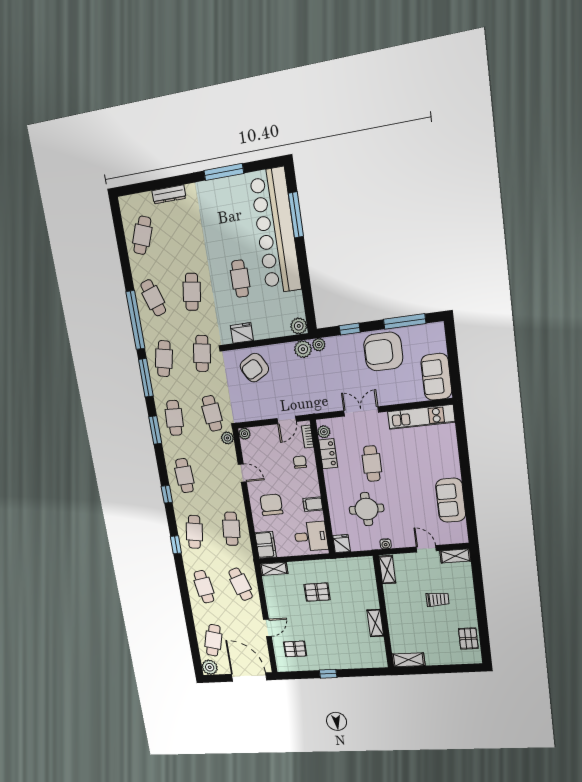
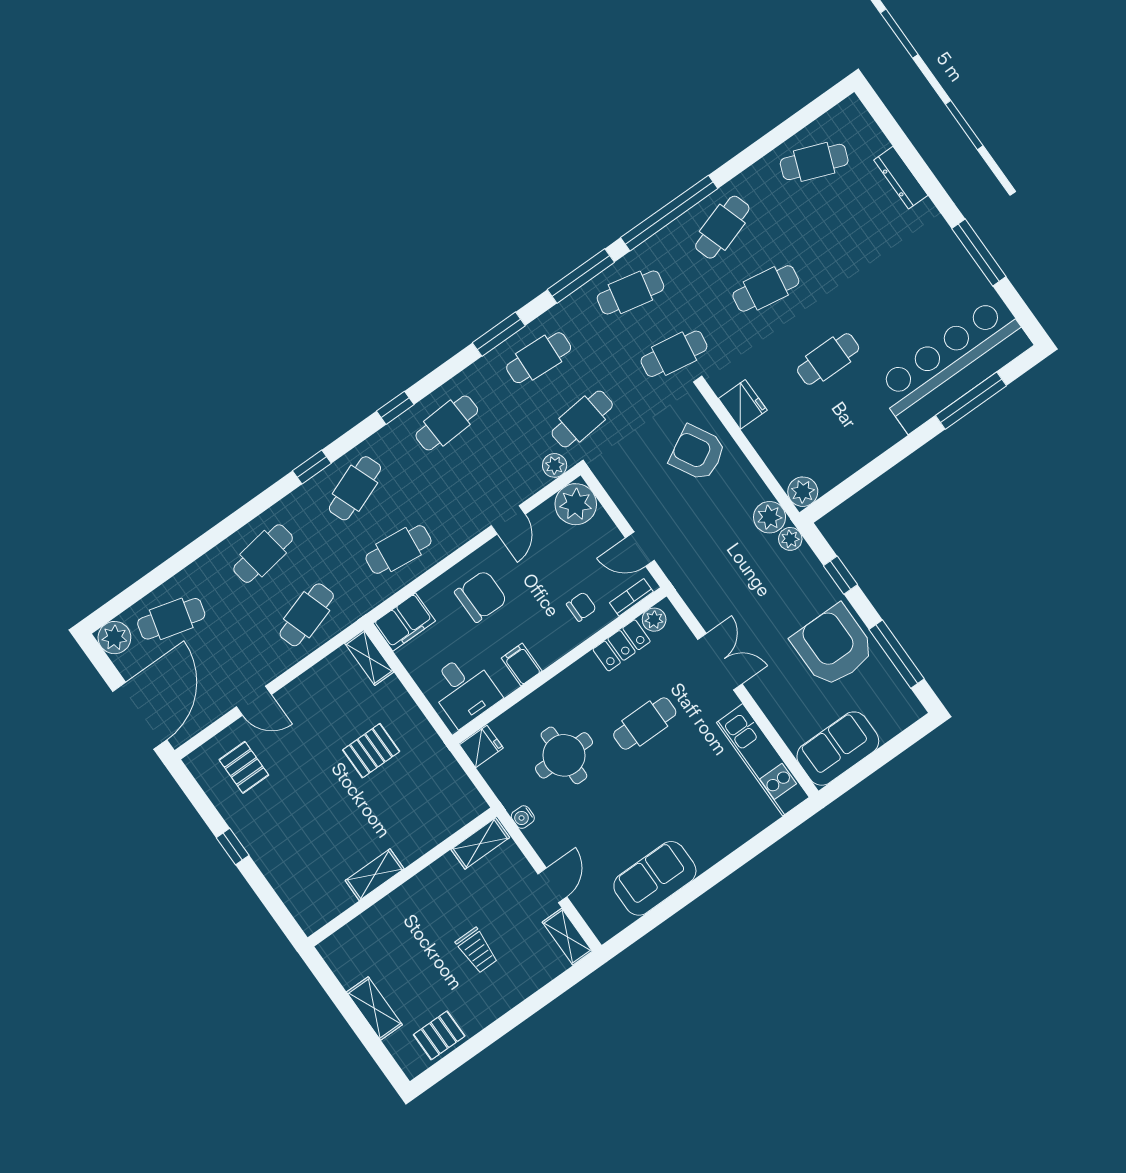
bar counter: (276, 231) -> (953, 364), width x0.73
plant: (245, 434) -> (576, 504), width x1.87, depth x1.87
cafe table: (194, 532) -> (355, 488), turned -30
pallet: (317, 592) -> (371, 751), turned 90
shelving: (408, 660) -> (374, 1008), moved

